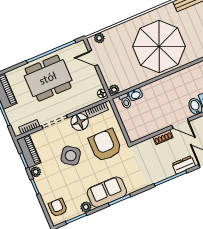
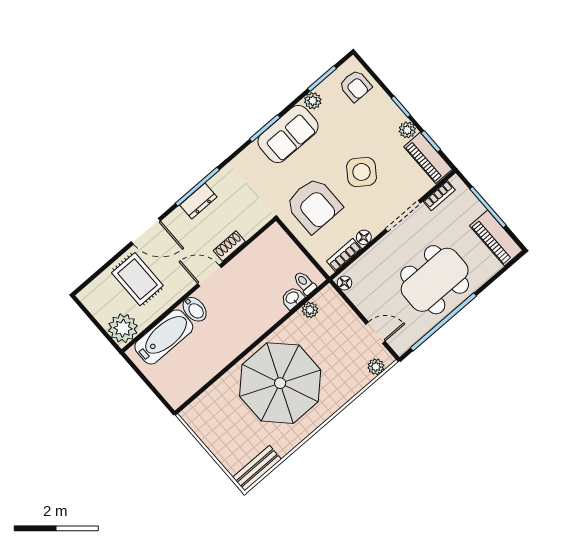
plant: (114, 90) -> (310, 310), moved
floor lamp: (80, 122) -> (364, 237), width x0.53, depth x0.53
dresser: (184, 165) -> (198, 201), moved

